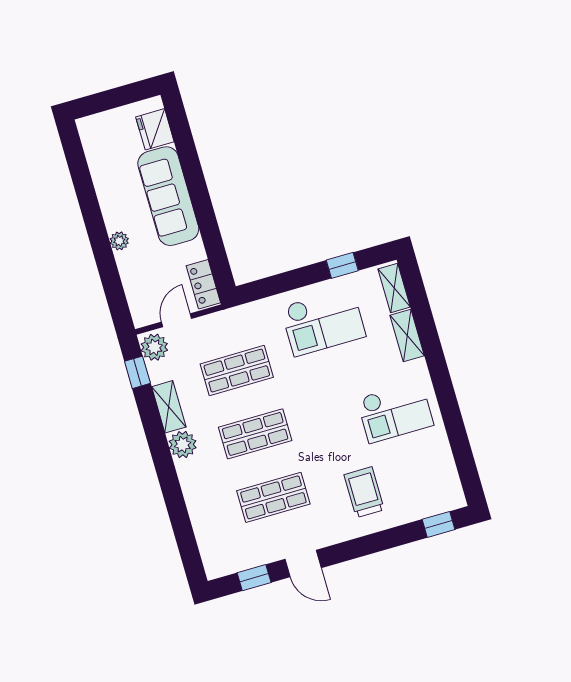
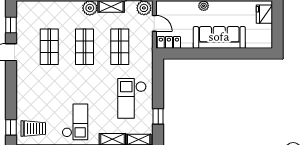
fridge: (155, 129) -> (264, 14), moved, turned -90
checkout: (395, 412) -> (75, 122), turned 180
trolley: (364, 492) -> (33, 129), moved

